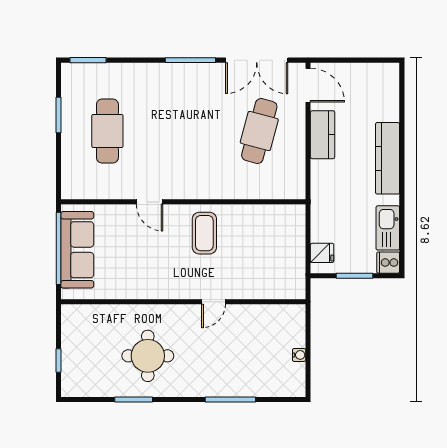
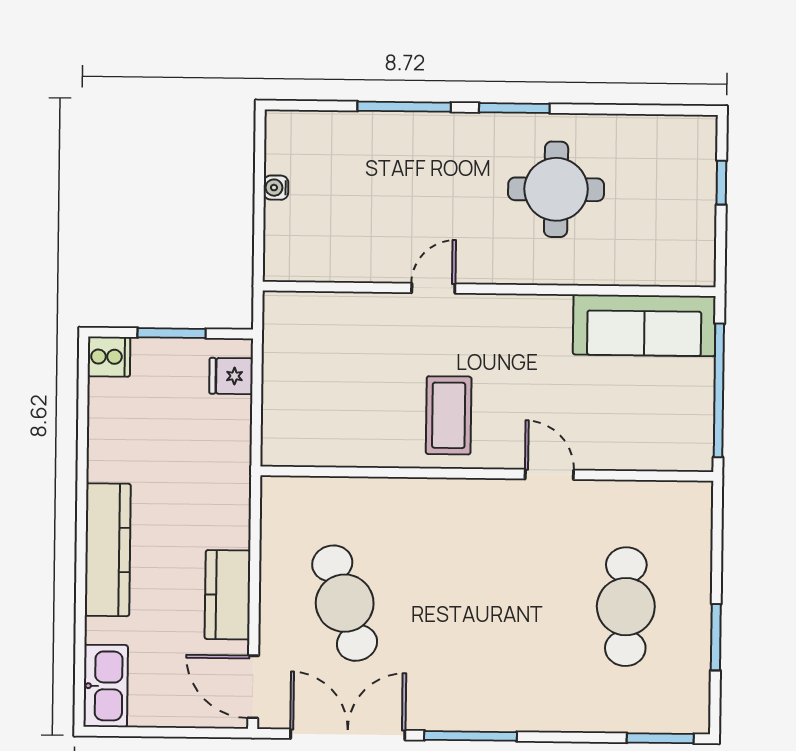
cafe table: (259, 131) -> (345, 603), turned -33
kitchen sink: (388, 228) -> (106, 686), moved
sofa: (77, 250) -> (644, 325), moved, turned -90
window: (134, 399) -> (514, 108), moved

